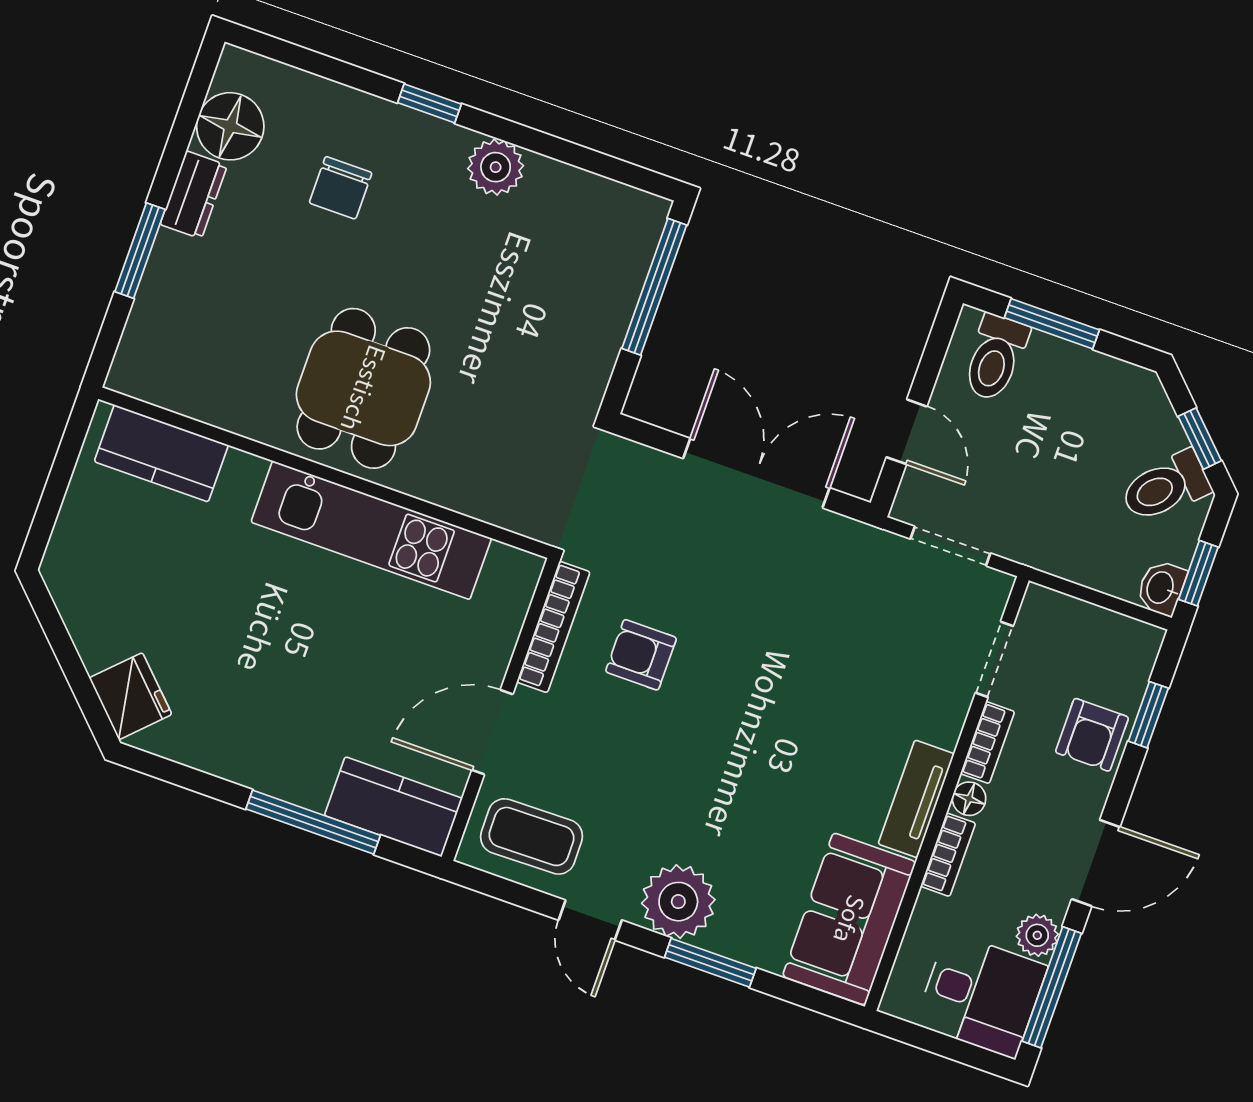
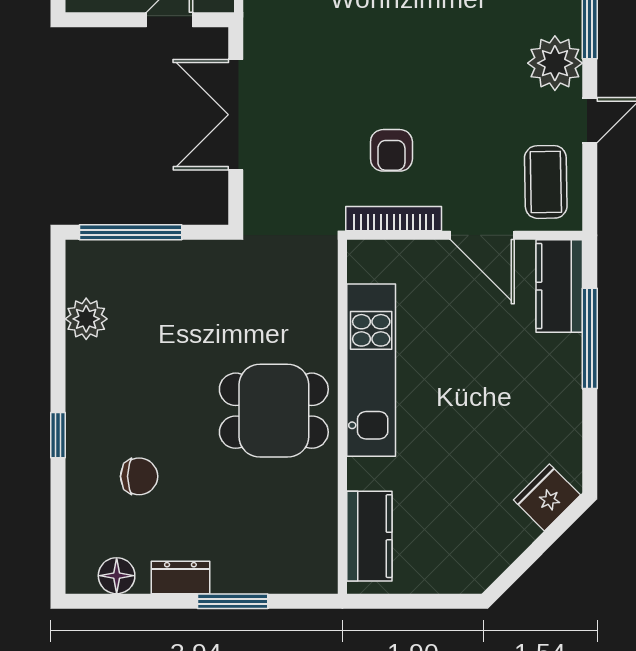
floor lamp: (230, 126) -> (117, 576), width x0.73, depth x0.73
plant: (496, 167) -> (86, 319), moved

